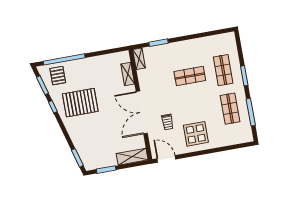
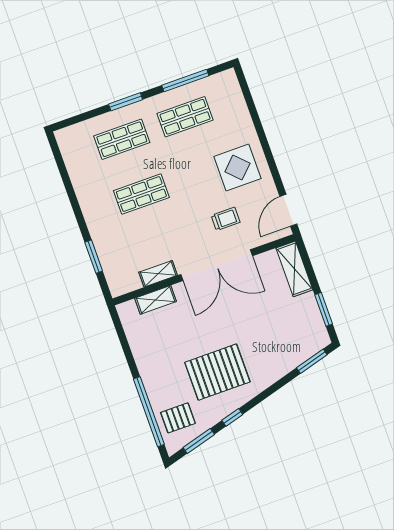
shelving: (139, 59) -> (158, 274), moved
shop shelf: (190, 76) -> (141, 194), turned 90
pallet: (80, 103) -> (217, 372), turned 90

